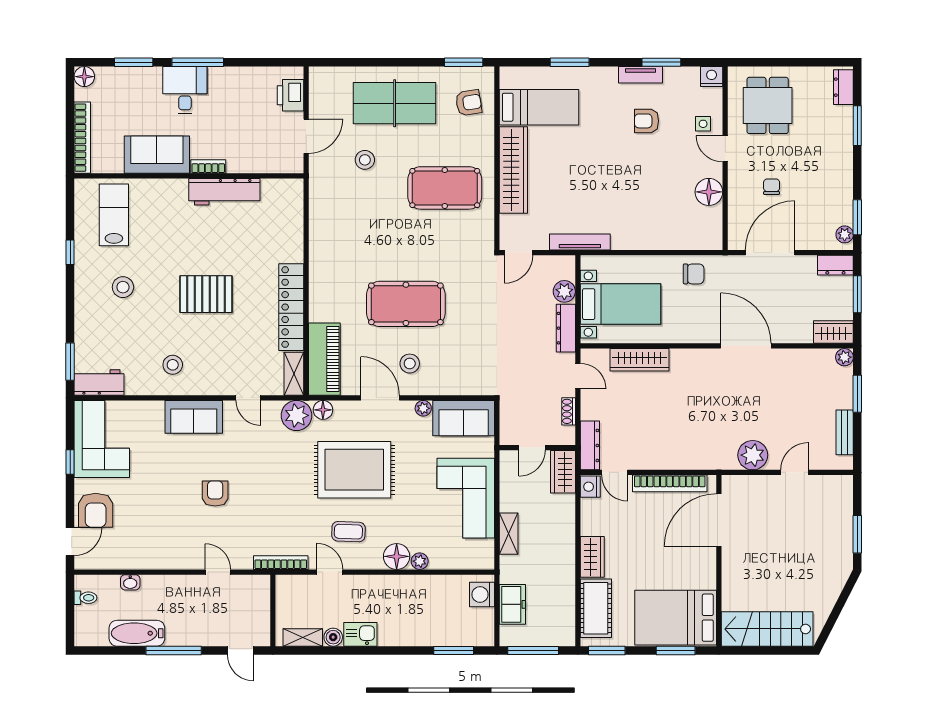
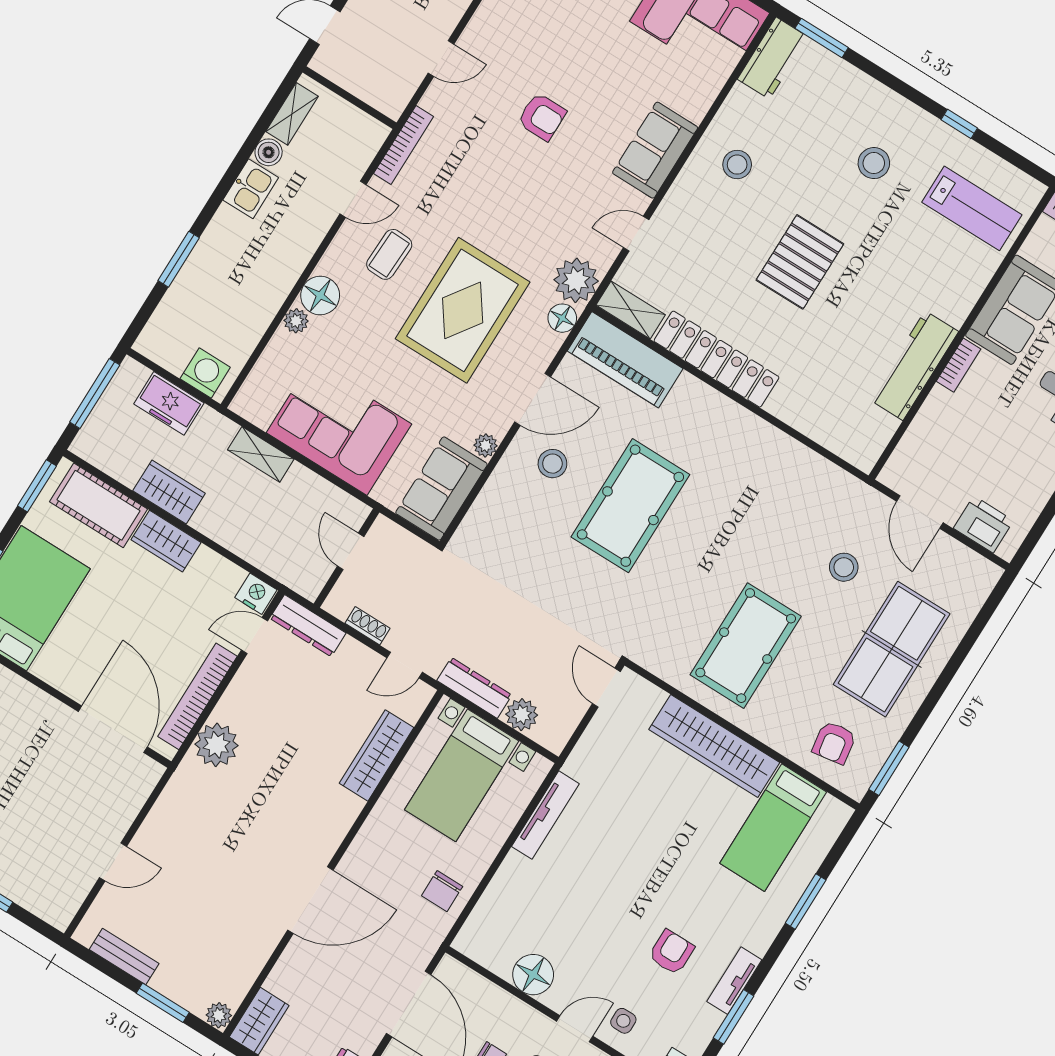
tv unit: (580, 242) -> (545, 815), moved
plant: (753, 455) -> (216, 745), moved
wardrobe: (563, 472) -> (169, 492), moved
door: (795, 472) -> (113, 862), hinge flipped
window: (454, 650) -> (179, 259), moved

